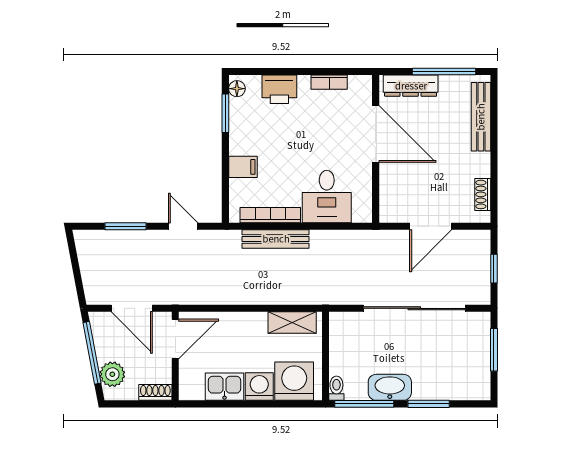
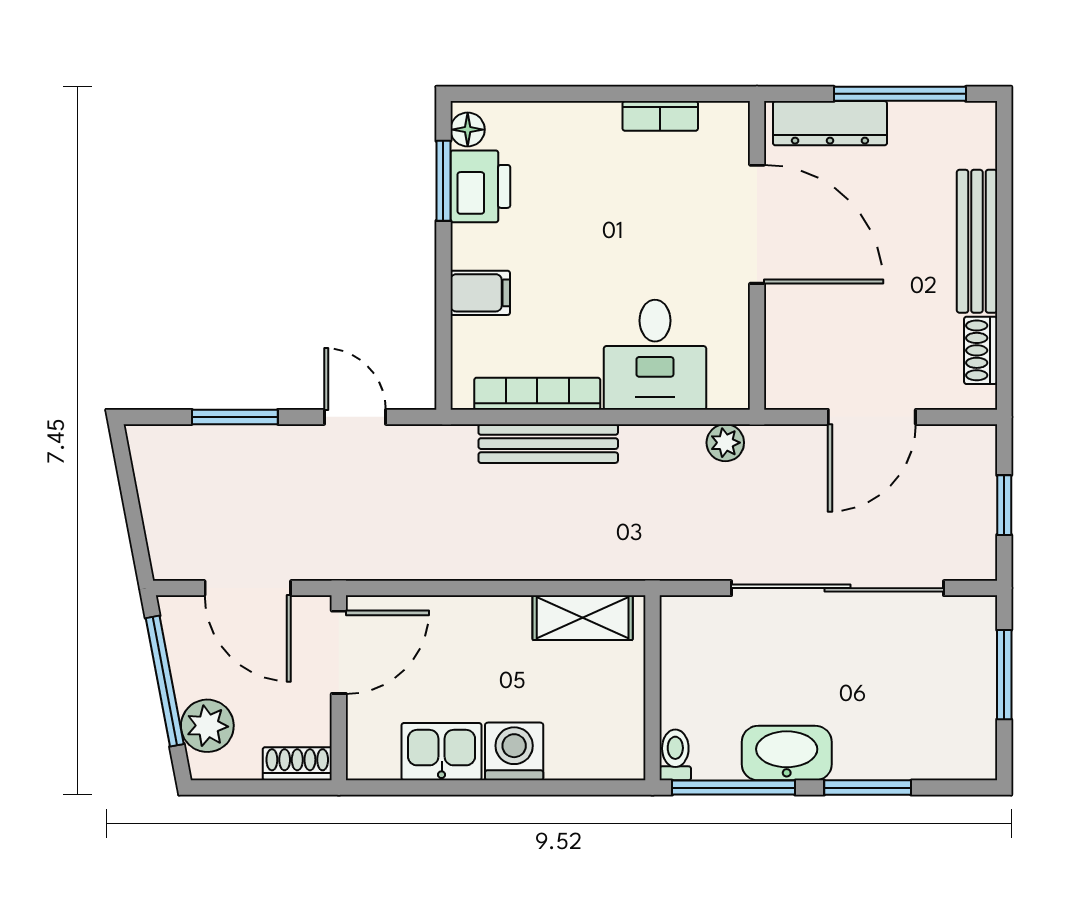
printer: (279, 89) -> (480, 186), moved, turned -90
bench: (481, 117) -> (977, 241), moved
plant: (360, 239) -> (725, 443), added
washing machine: (294, 381) -> (587, 740), removed

